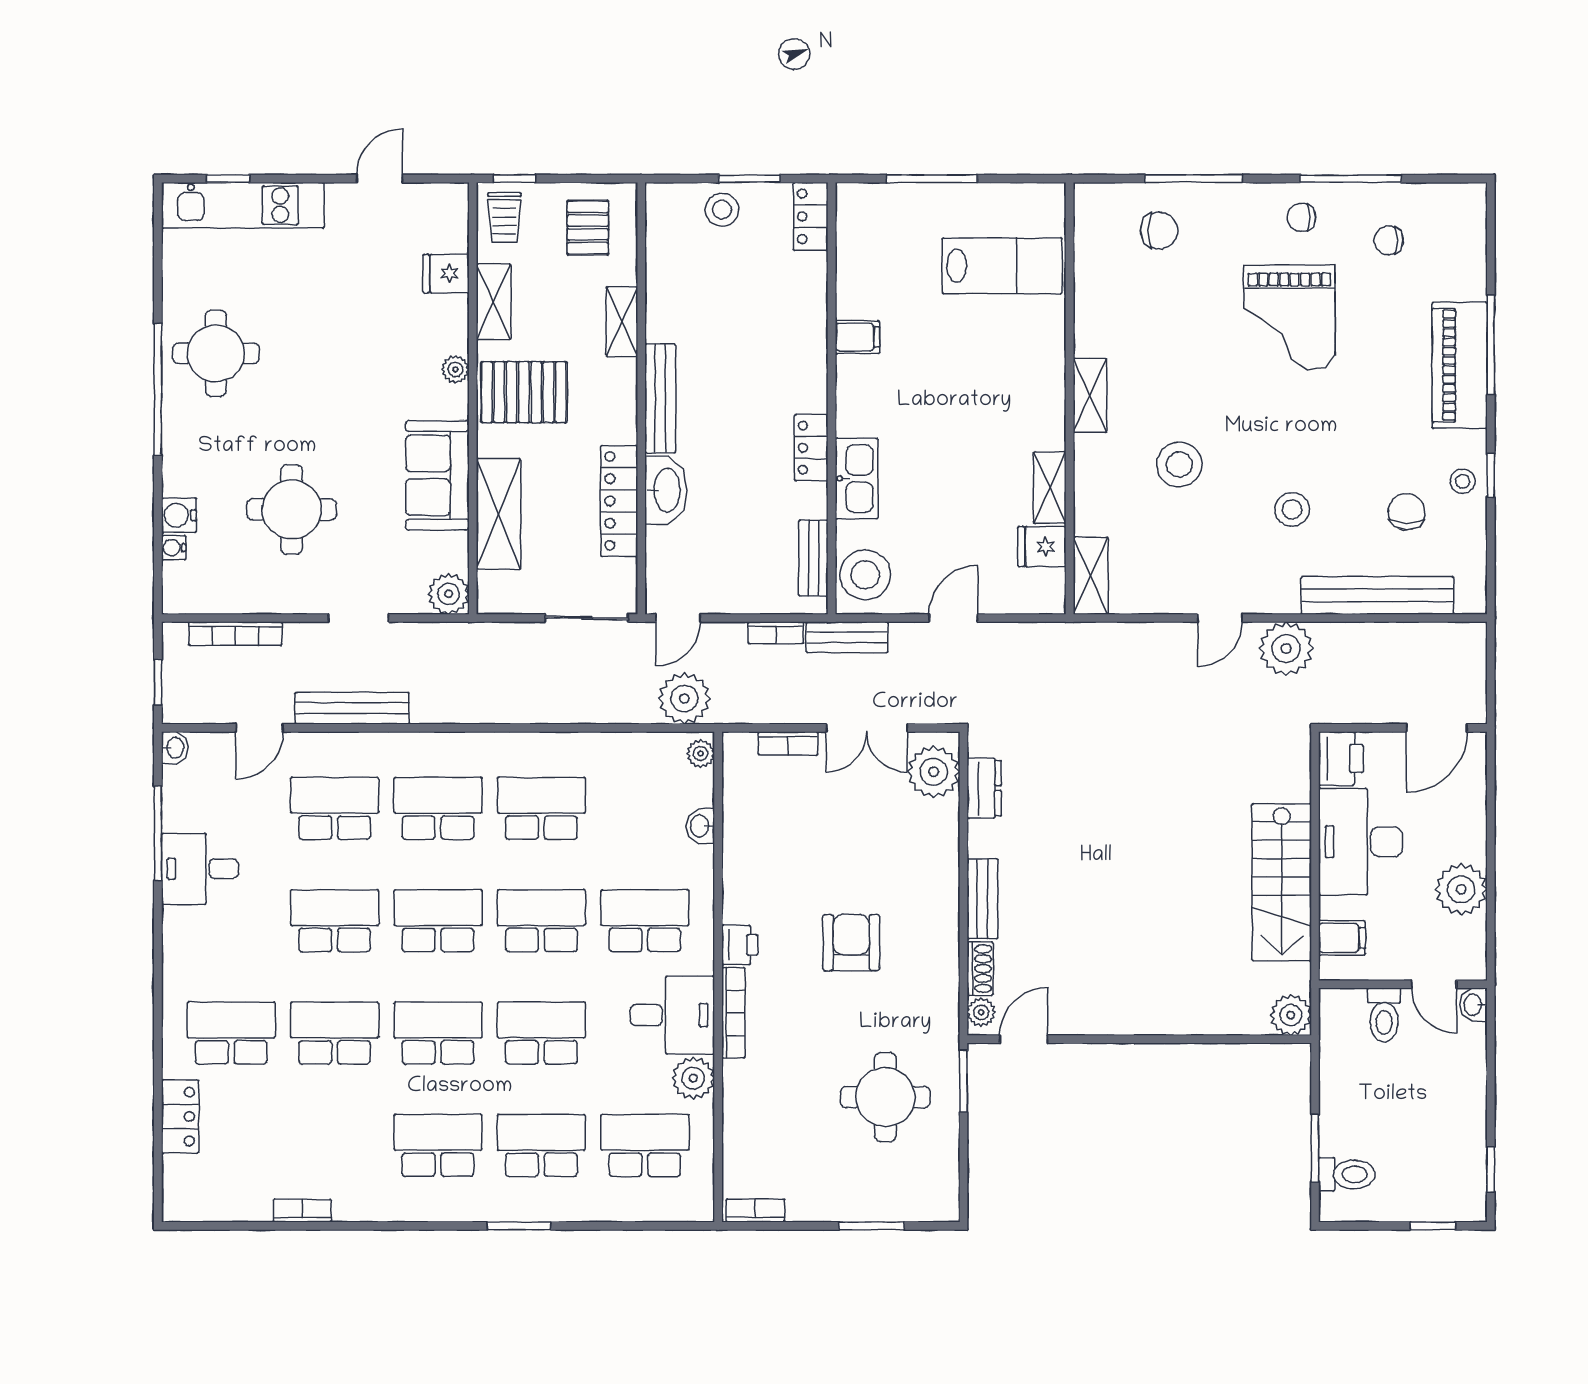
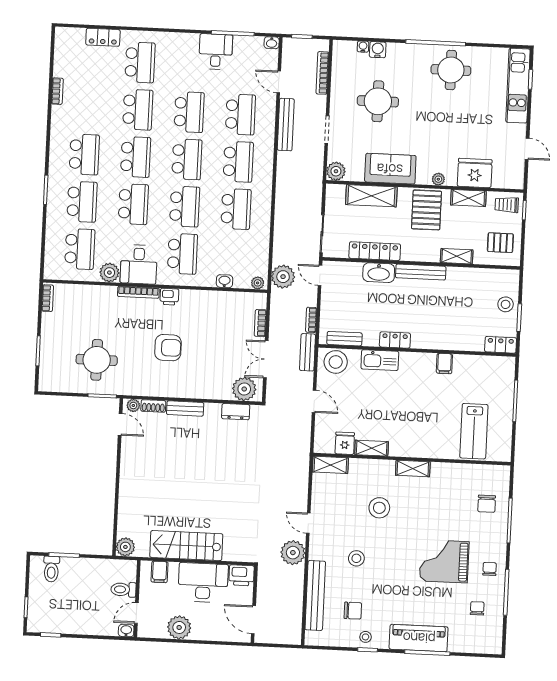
fridge: (446, 274) -> (475, 173), width x1.88, depth x1.34

